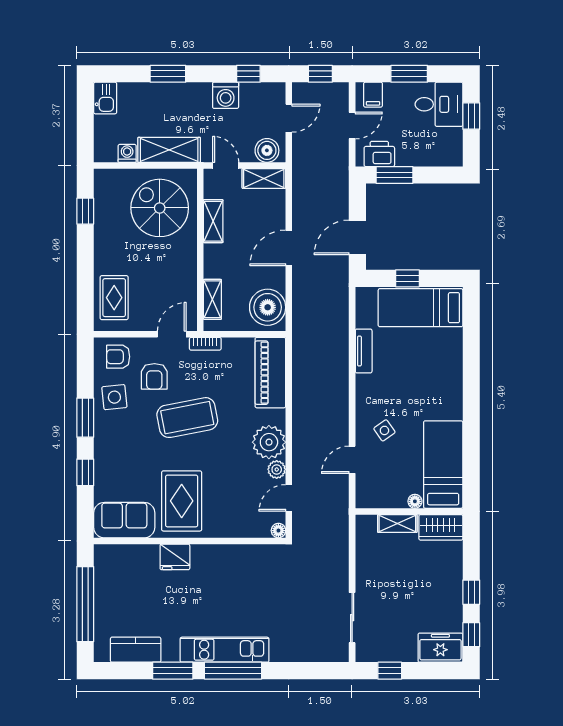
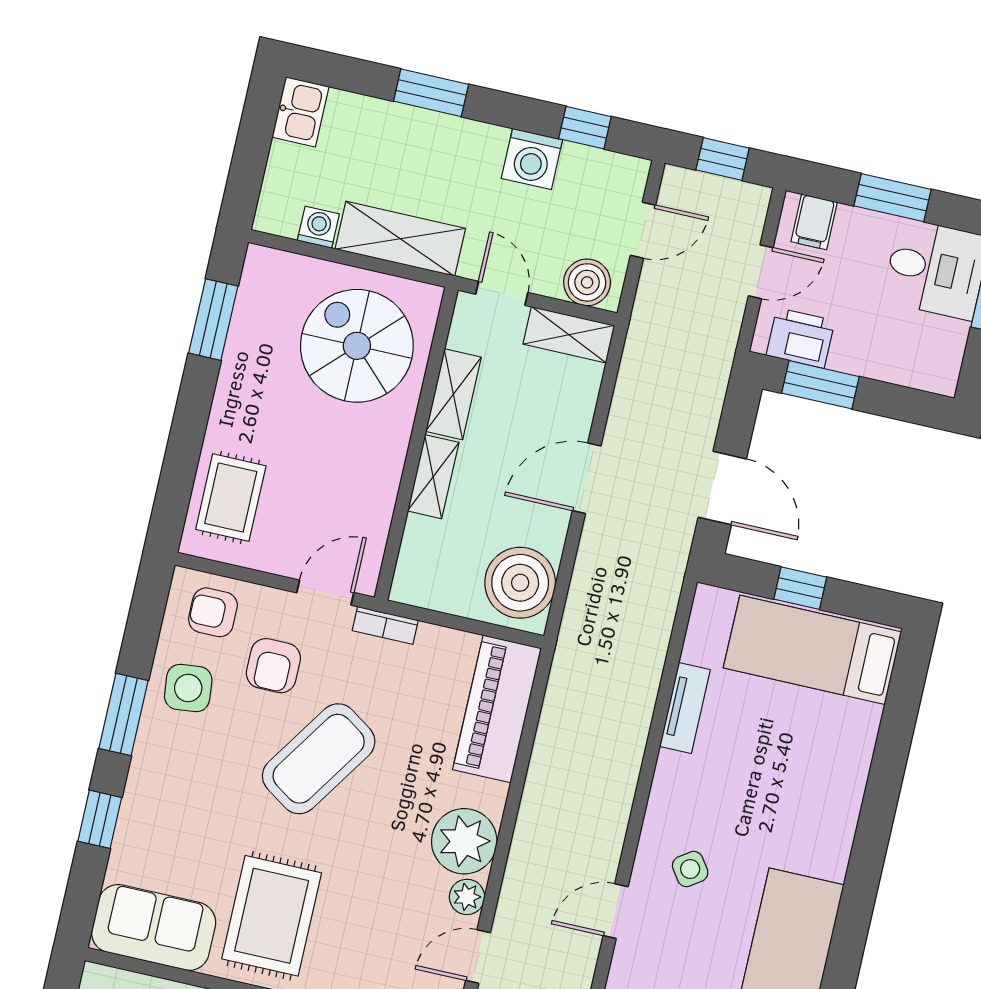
window: (85, 211) -> (213, 320), width x1.50
door: (357, 237) -> (722, 488), swing flipped
shelving: (212, 299) -> (433, 477), moved
coffee table: (187, 418) -> (319, 759), turned -45

